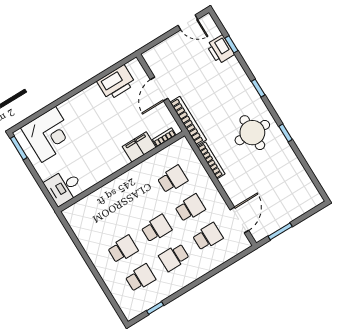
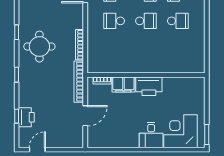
door: (188, 22) -> (37, 150), hinge flipped
printer: (116, 83) -> (149, 86), moved, turned 180
school desk: (173, 179) -> (114, 48), removed
desk: (64, 187) -> (151, 135), moved, turned 90
school desk: (156, 229) -> (146, 21), turned 180
school desk: (123, 249) -> (178, 21), turned 180

